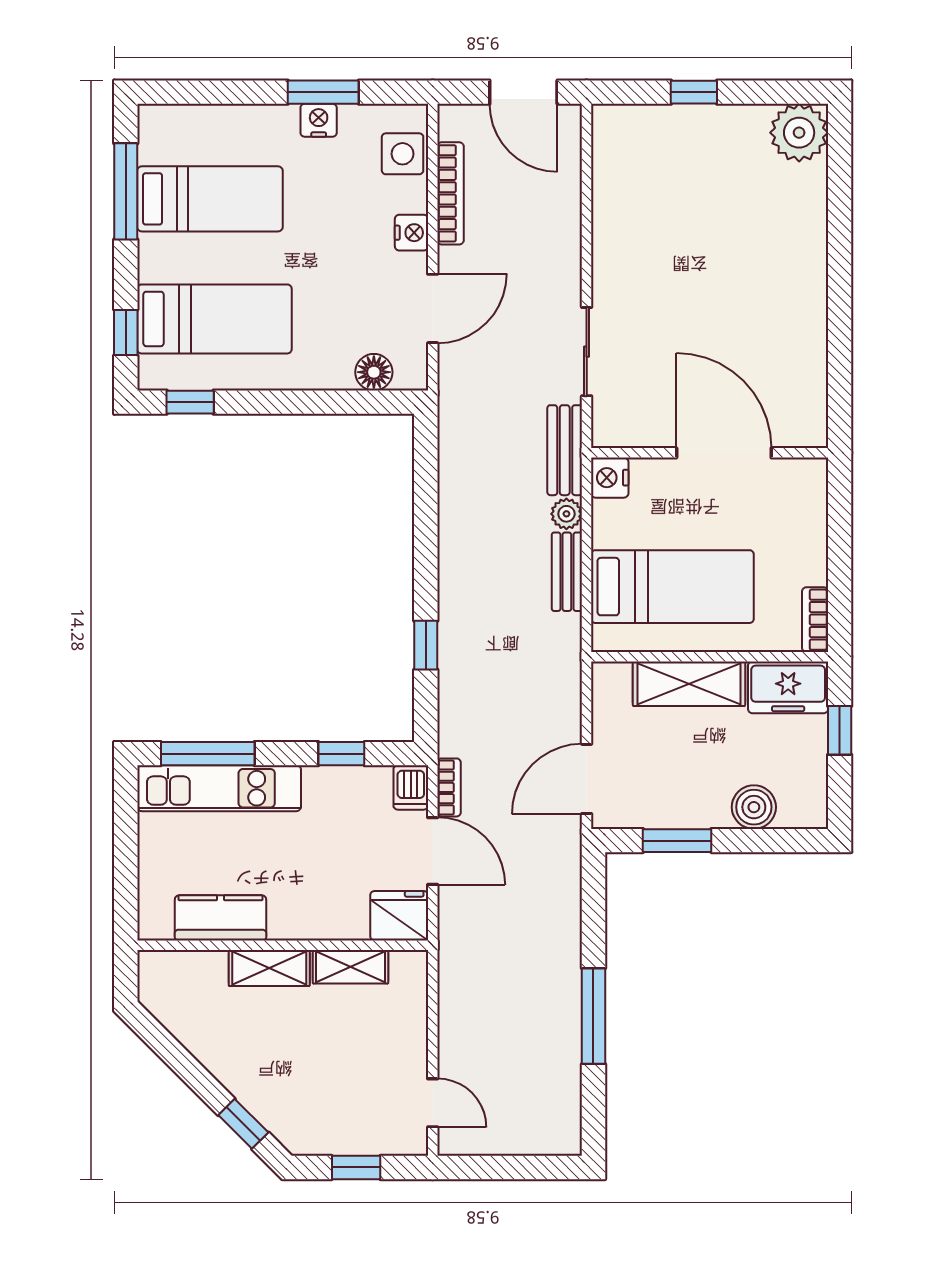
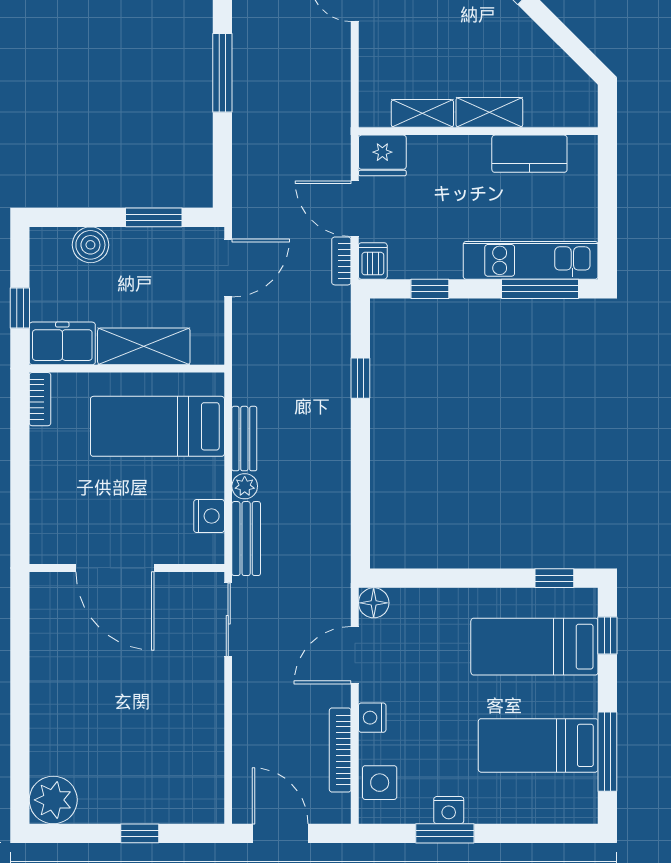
floor lamp: (374, 372) -> (374, 603), moved
wall: (710, 453) -> (127, 568), moved
door: (724, 453) -> (115, 568), moved

